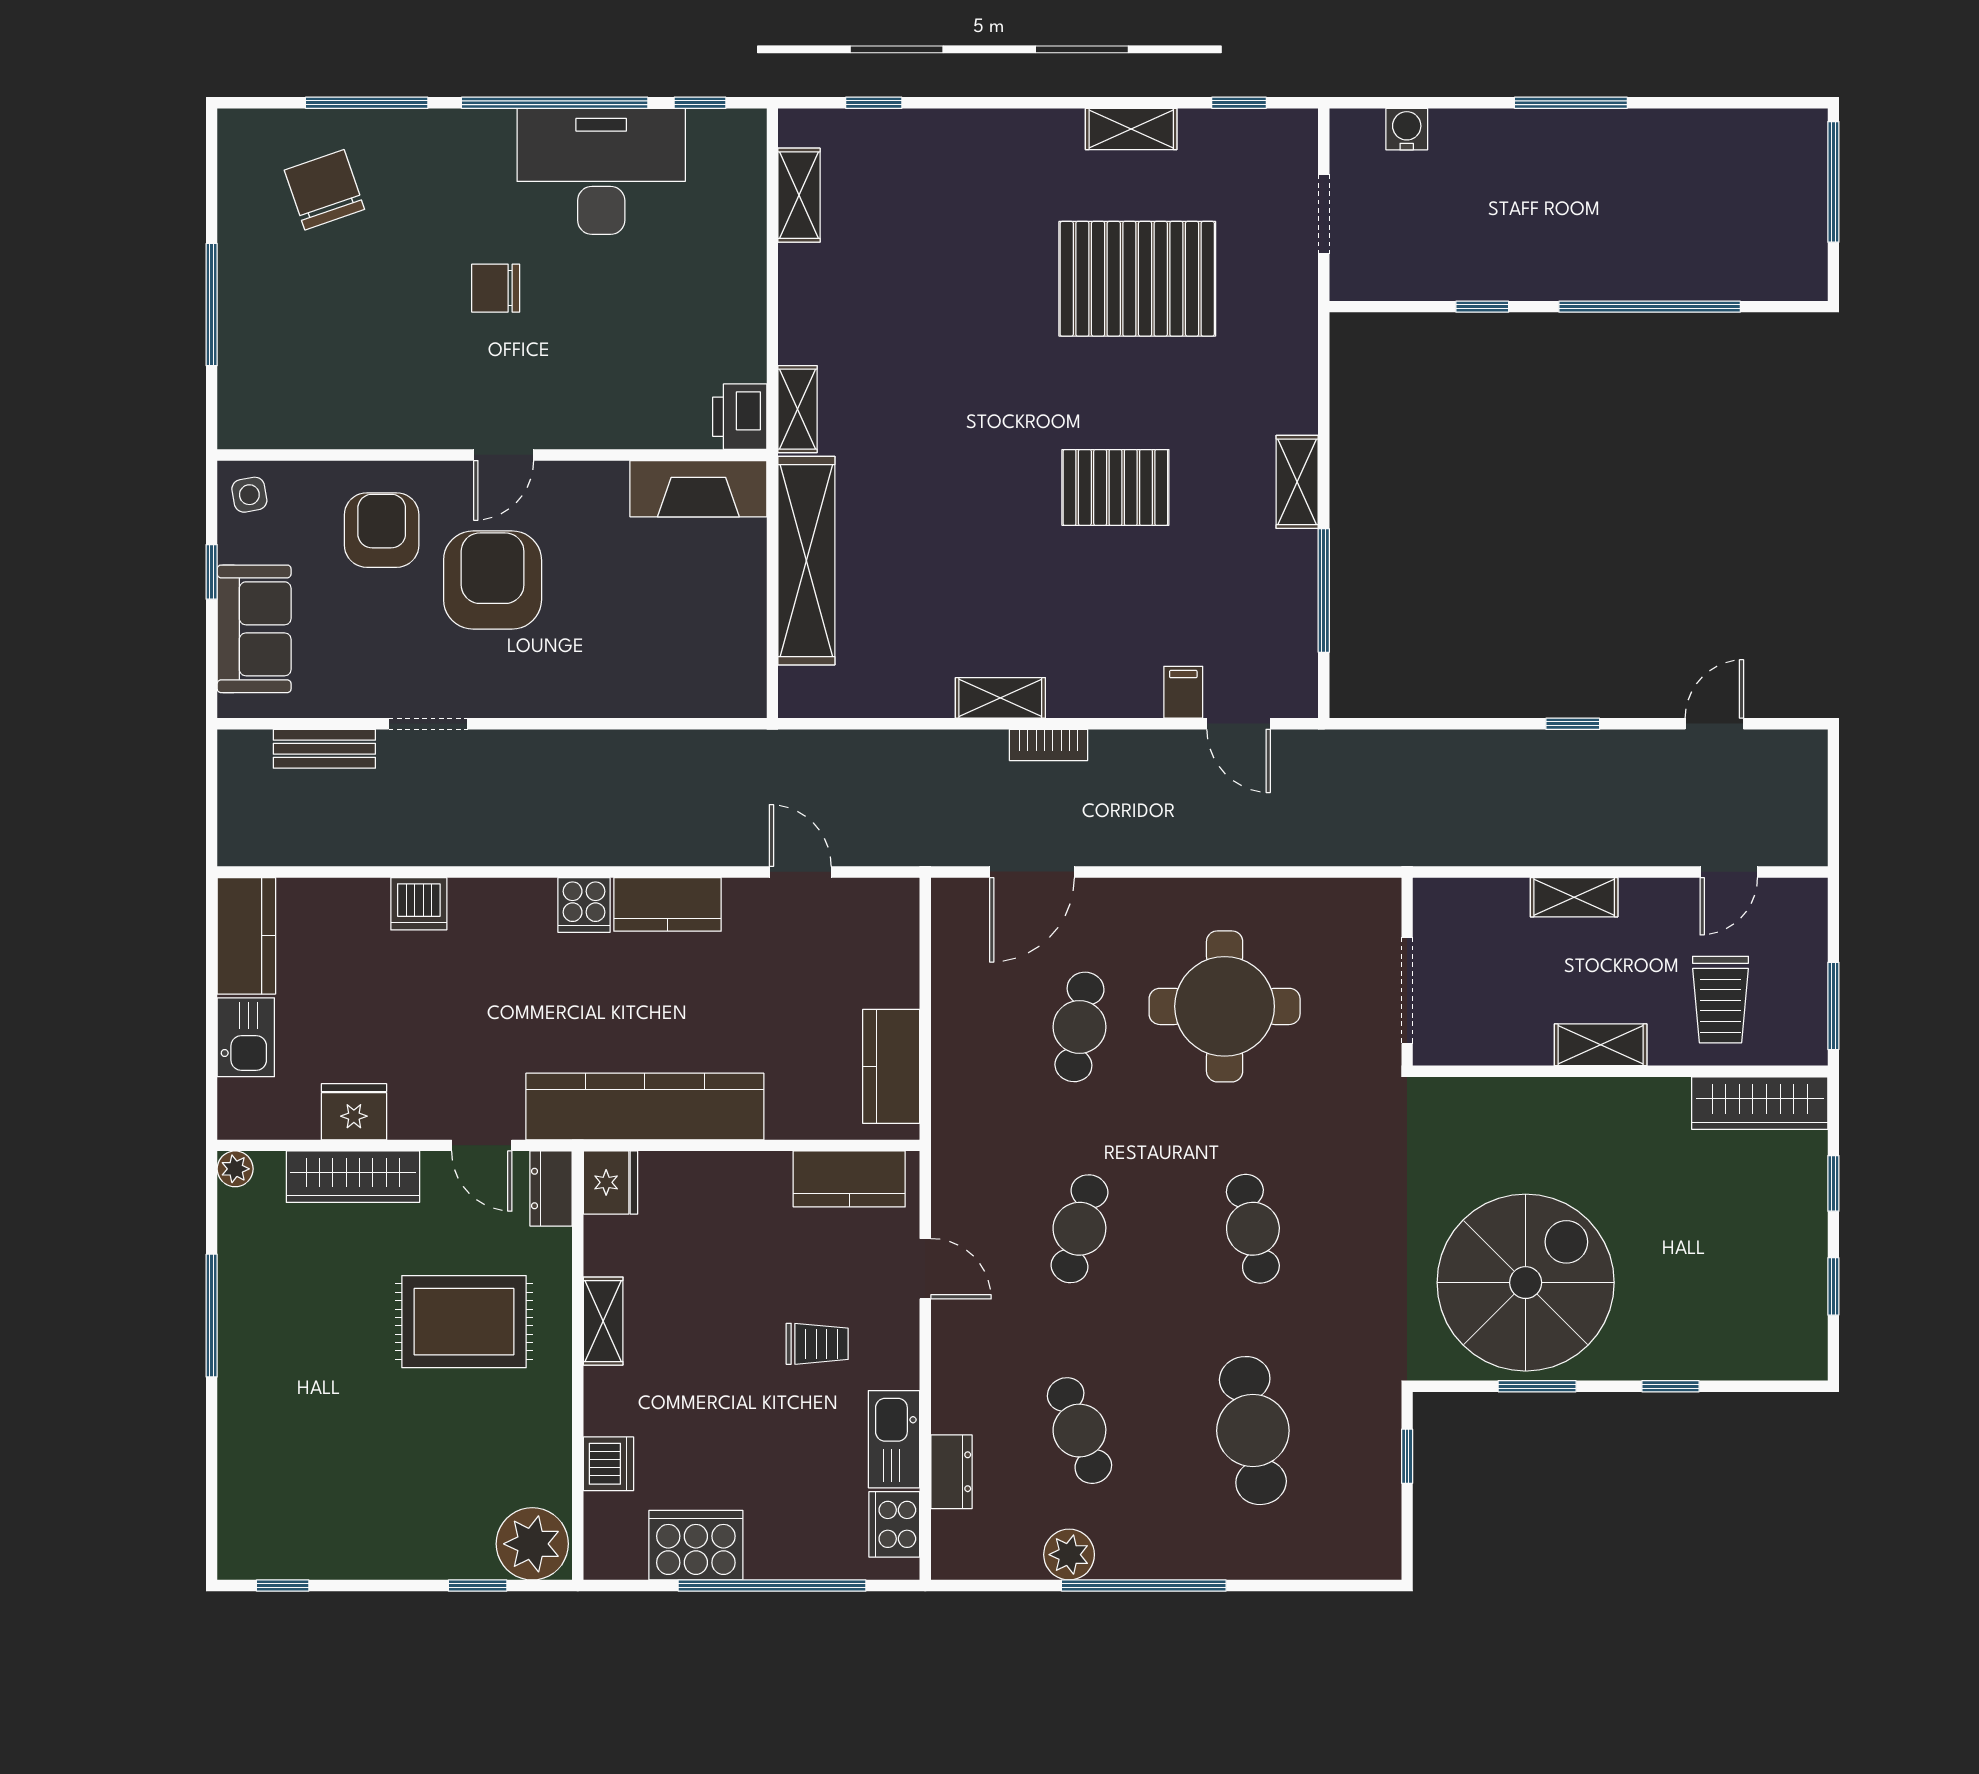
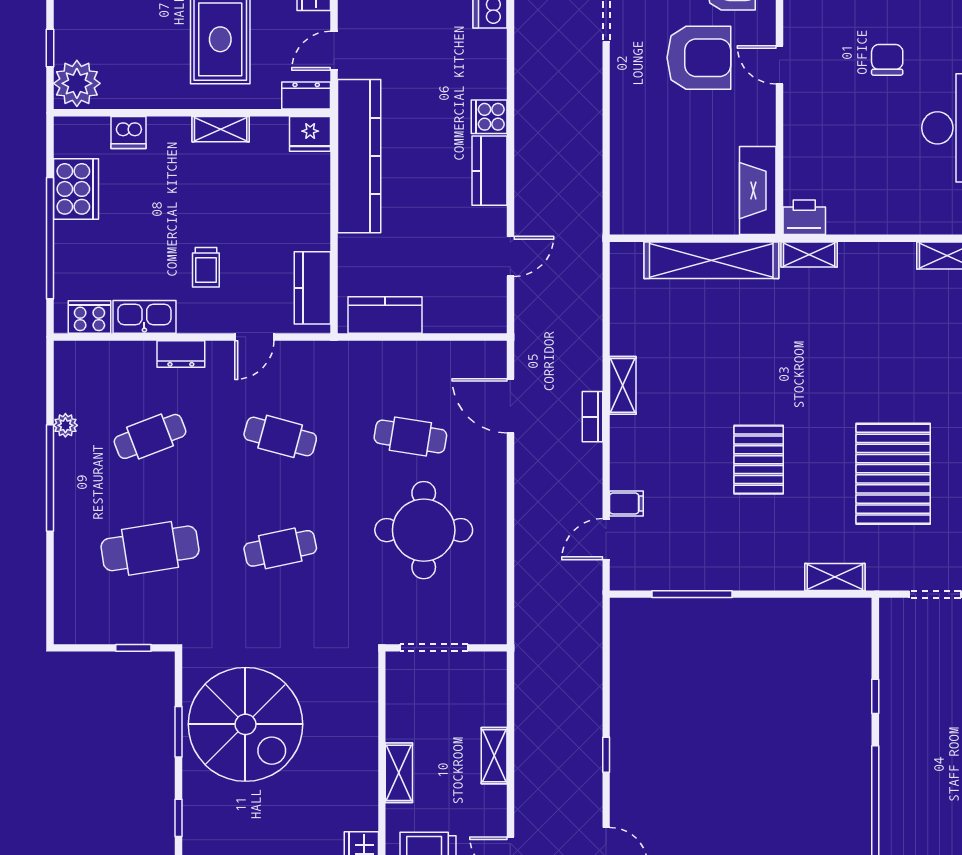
shelving: (1297, 482) -> (835, 577), moved
dresser: (952, 1472) -> (181, 354), moved
plant: (1069, 1555) -> (65, 425), width x0.73, depth x0.73

